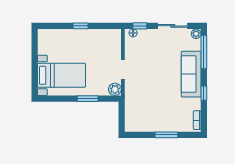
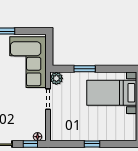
corner sofa: (142, 105) -> (28, 62), added

